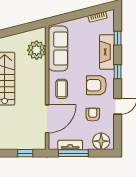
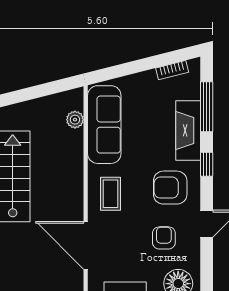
window: (118, 38) -> (207, 107), width x2.17
plant: (37, 50) -> (75, 120), width x0.53, depth x0.53
door: (47, 119) -> (86, 245), swing flipped

